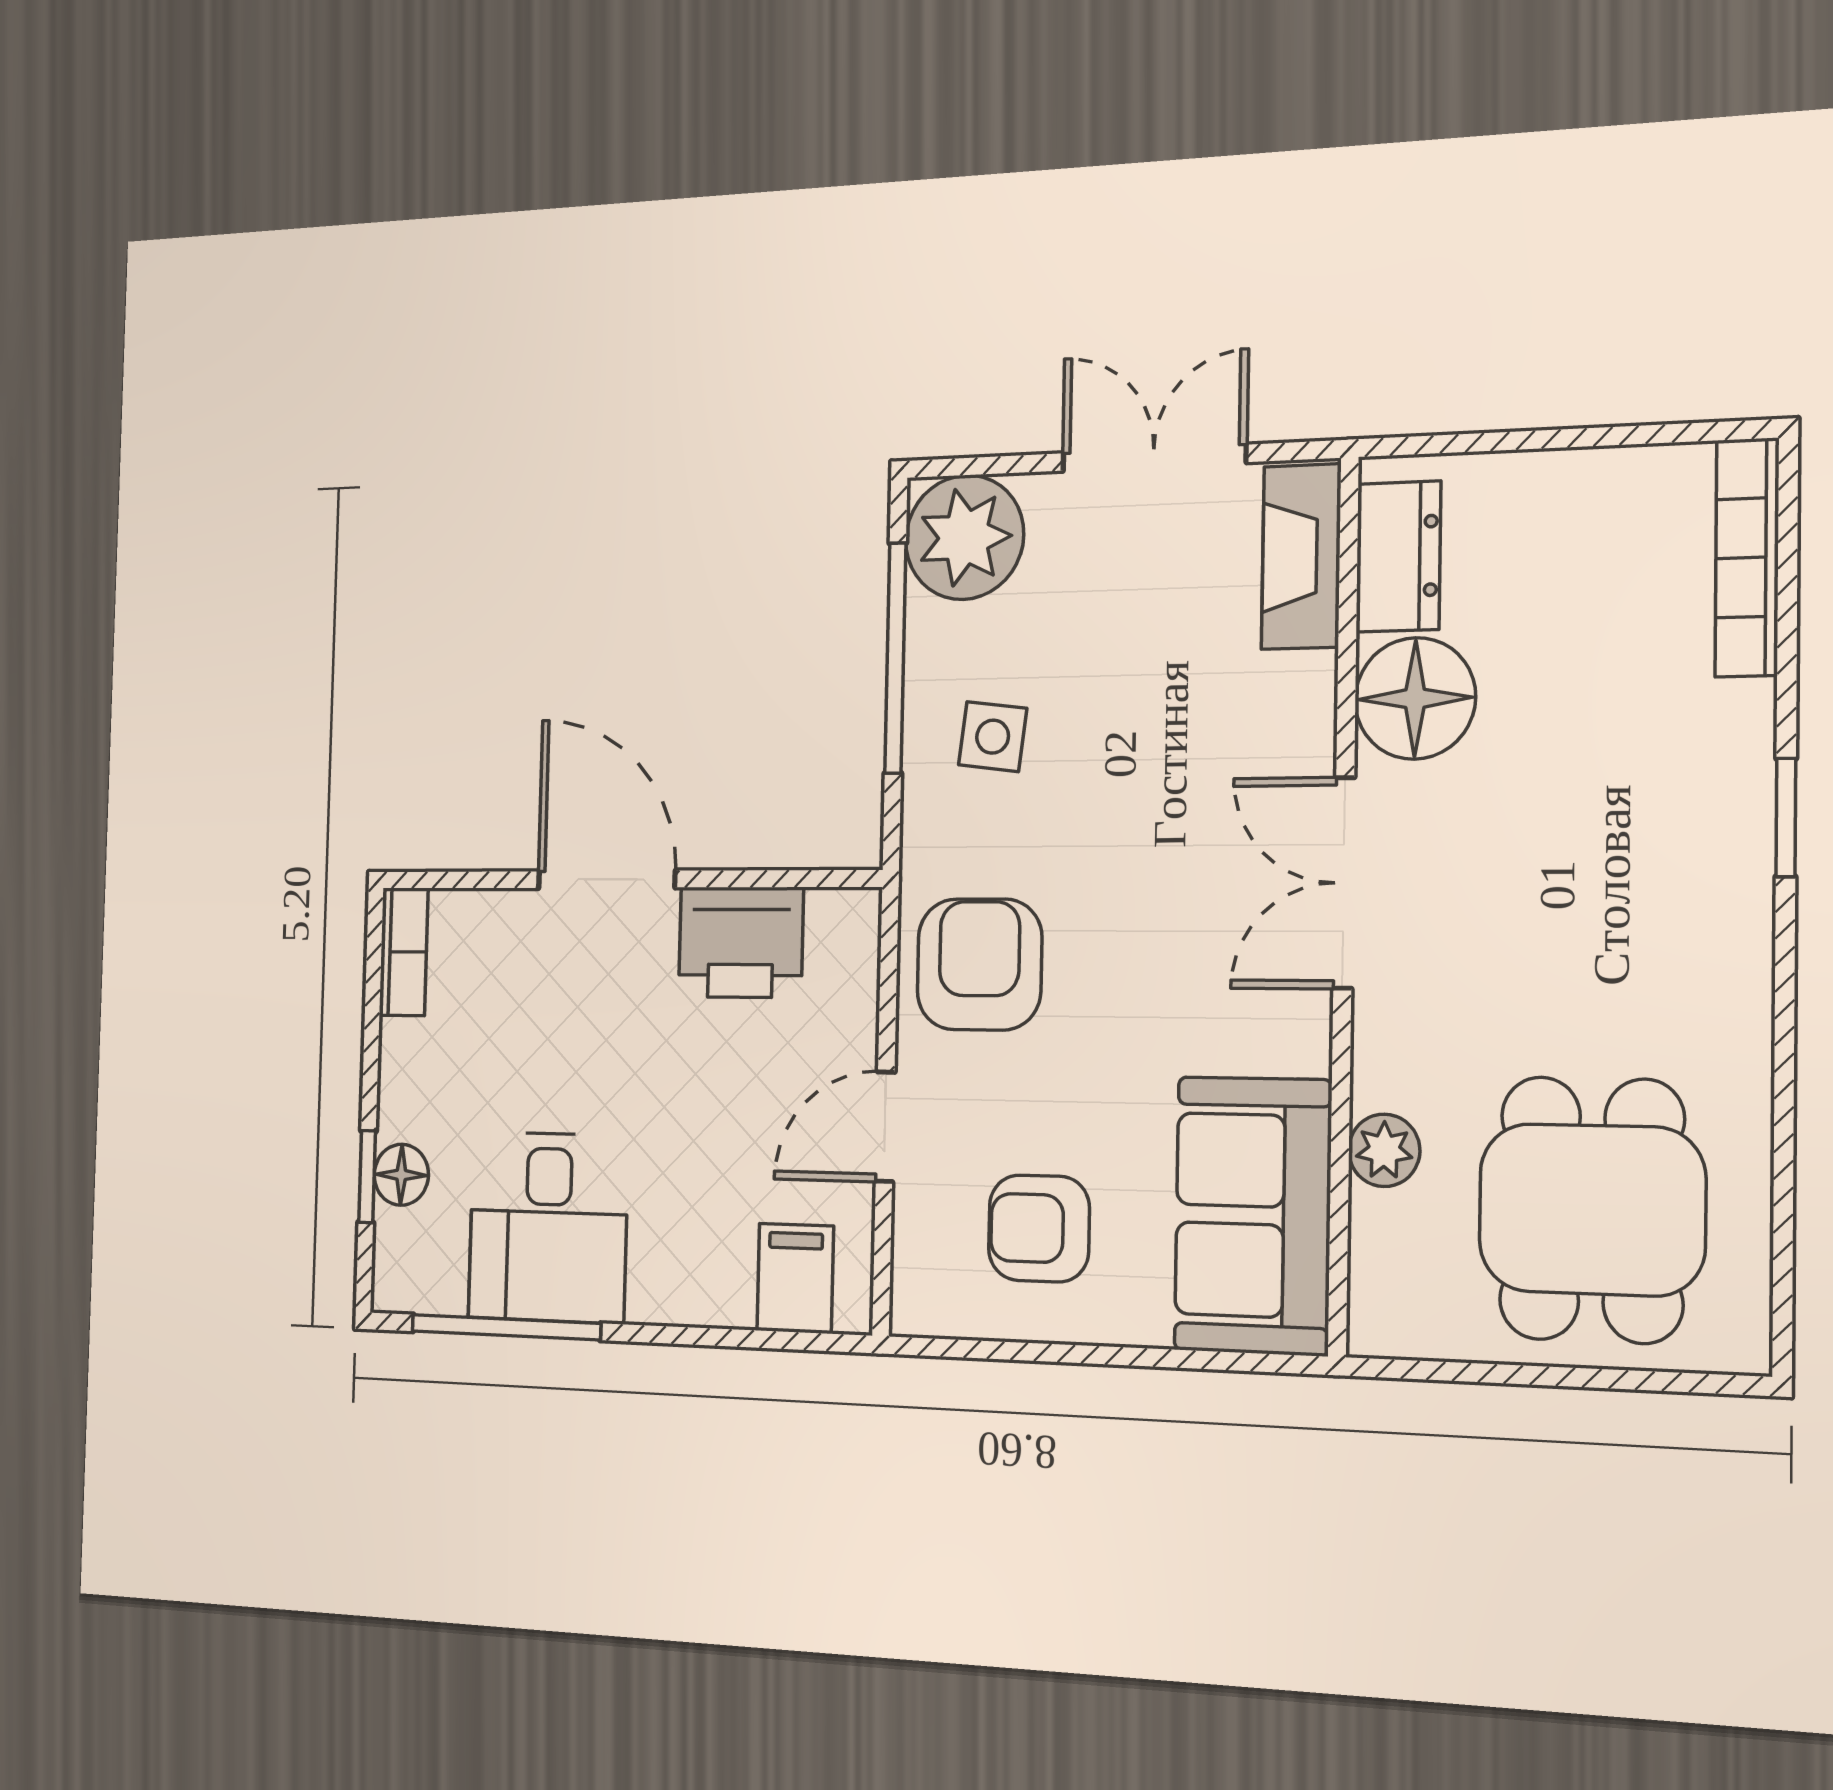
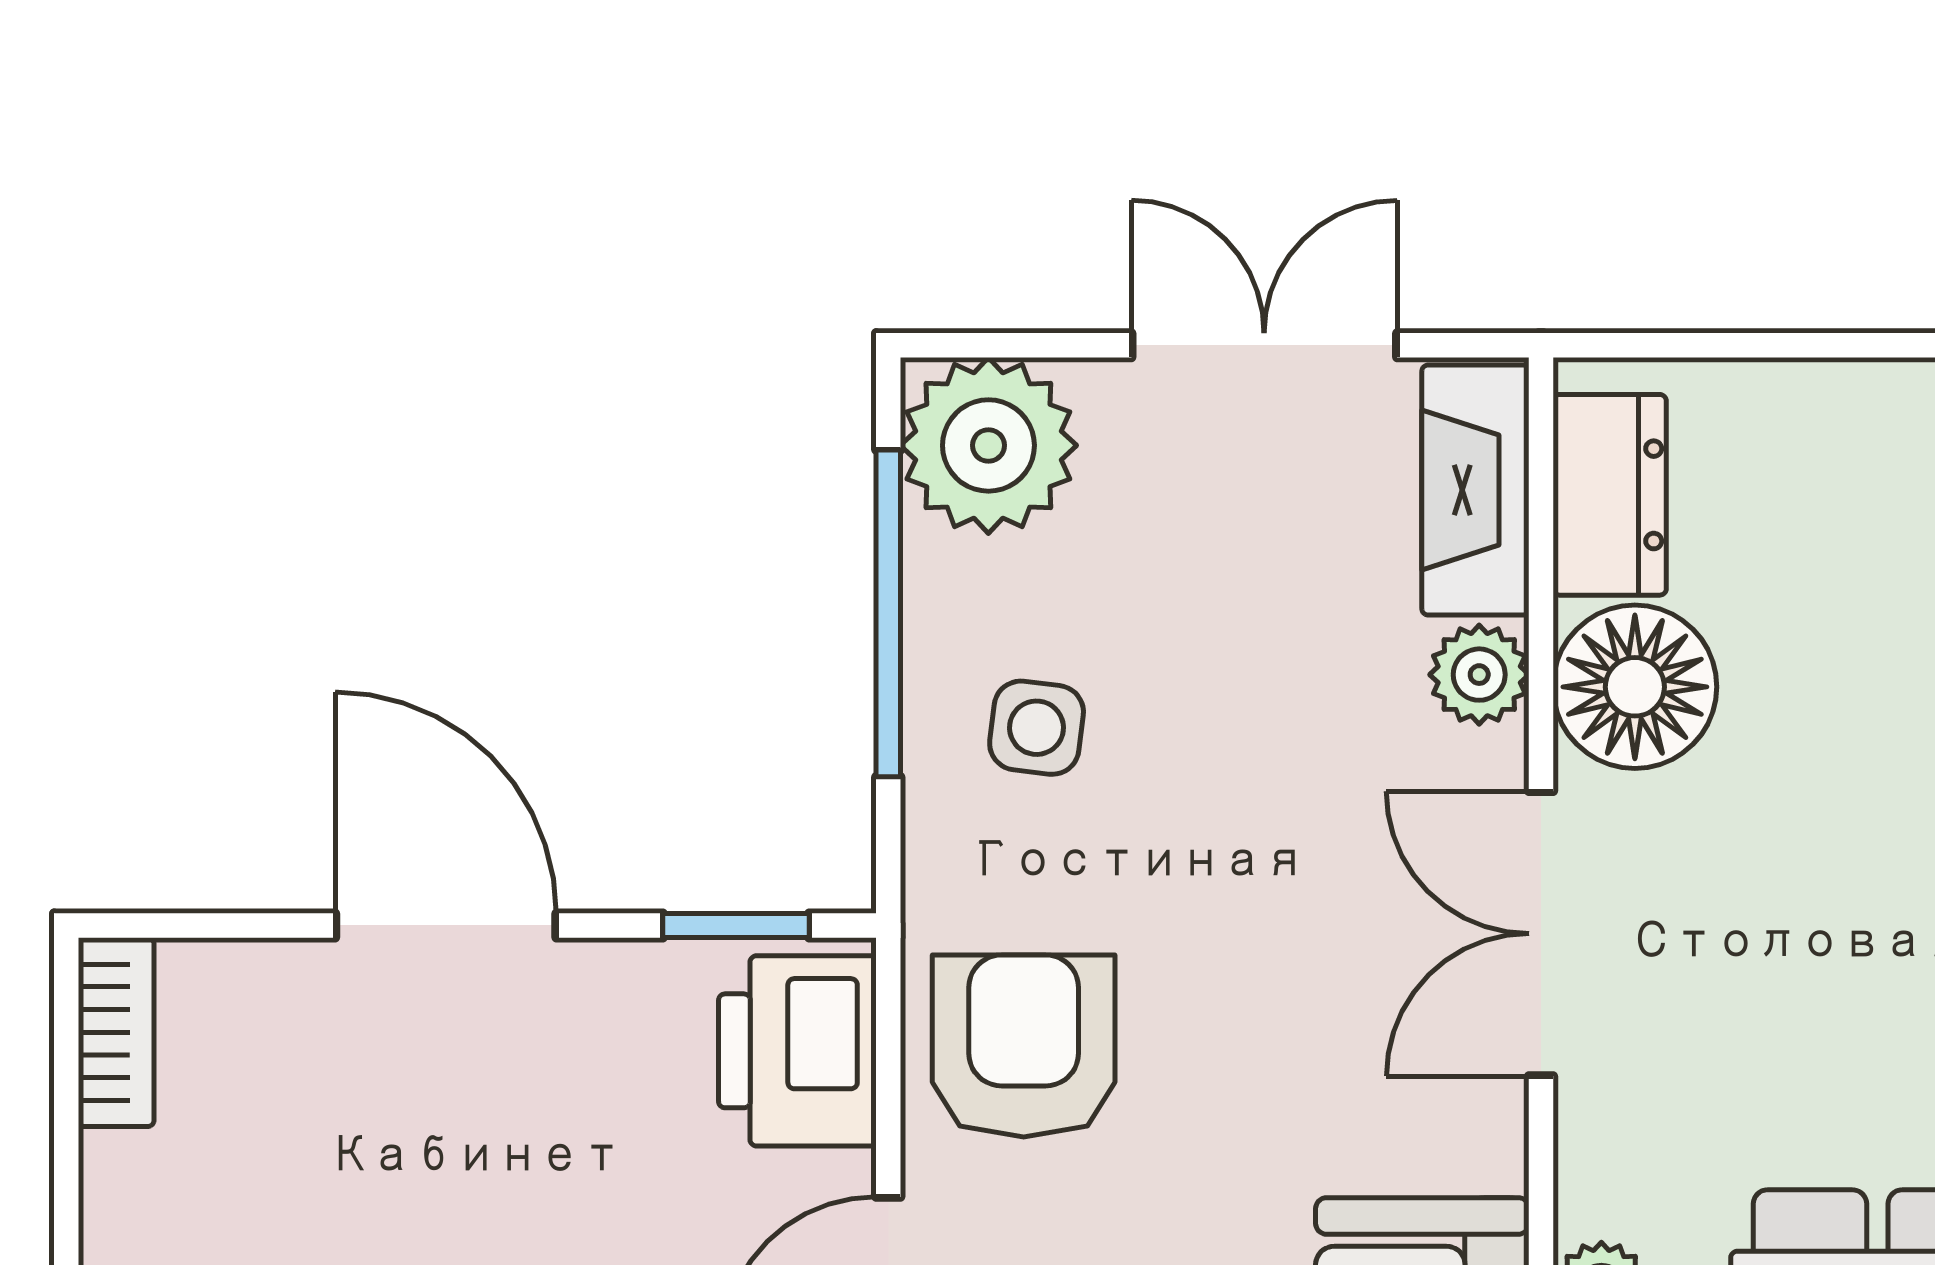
plant: (1302, 692) -> (1479, 675), added
window: (791, 879) -> (736, 925), added
printer: (741, 942) -> (797, 1051), moved, turned 90

